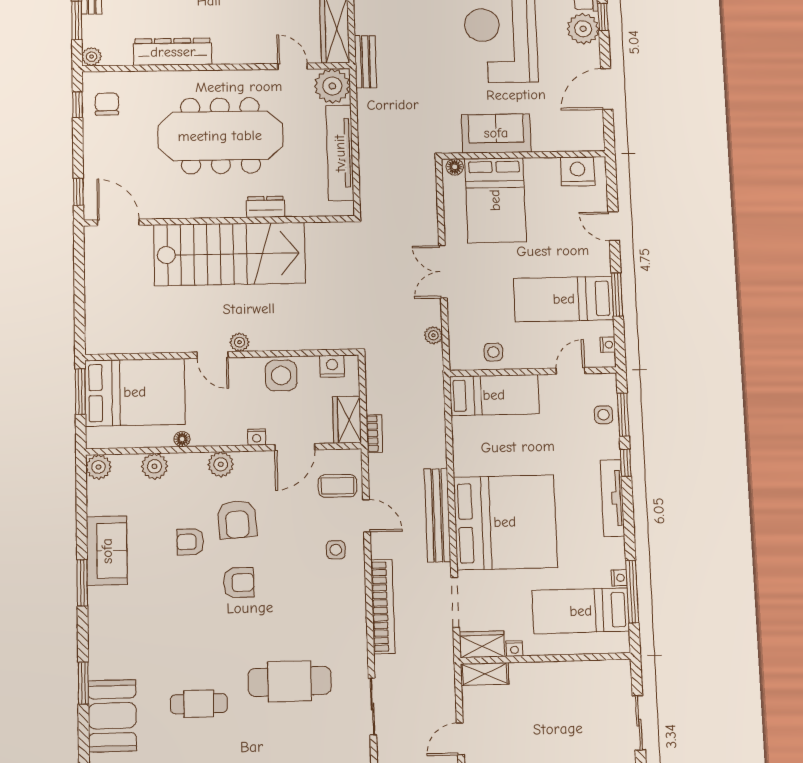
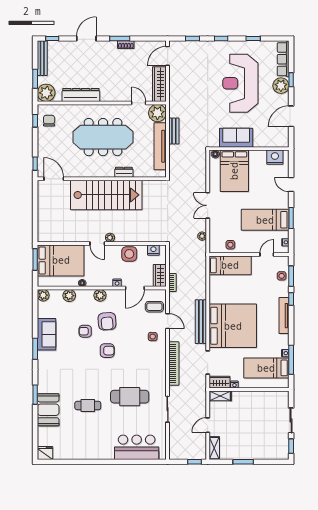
plant: (92, 57) -> (46, 93), width x1.87, depth x1.87
bench: (365, 62) -> (174, 131), moved

